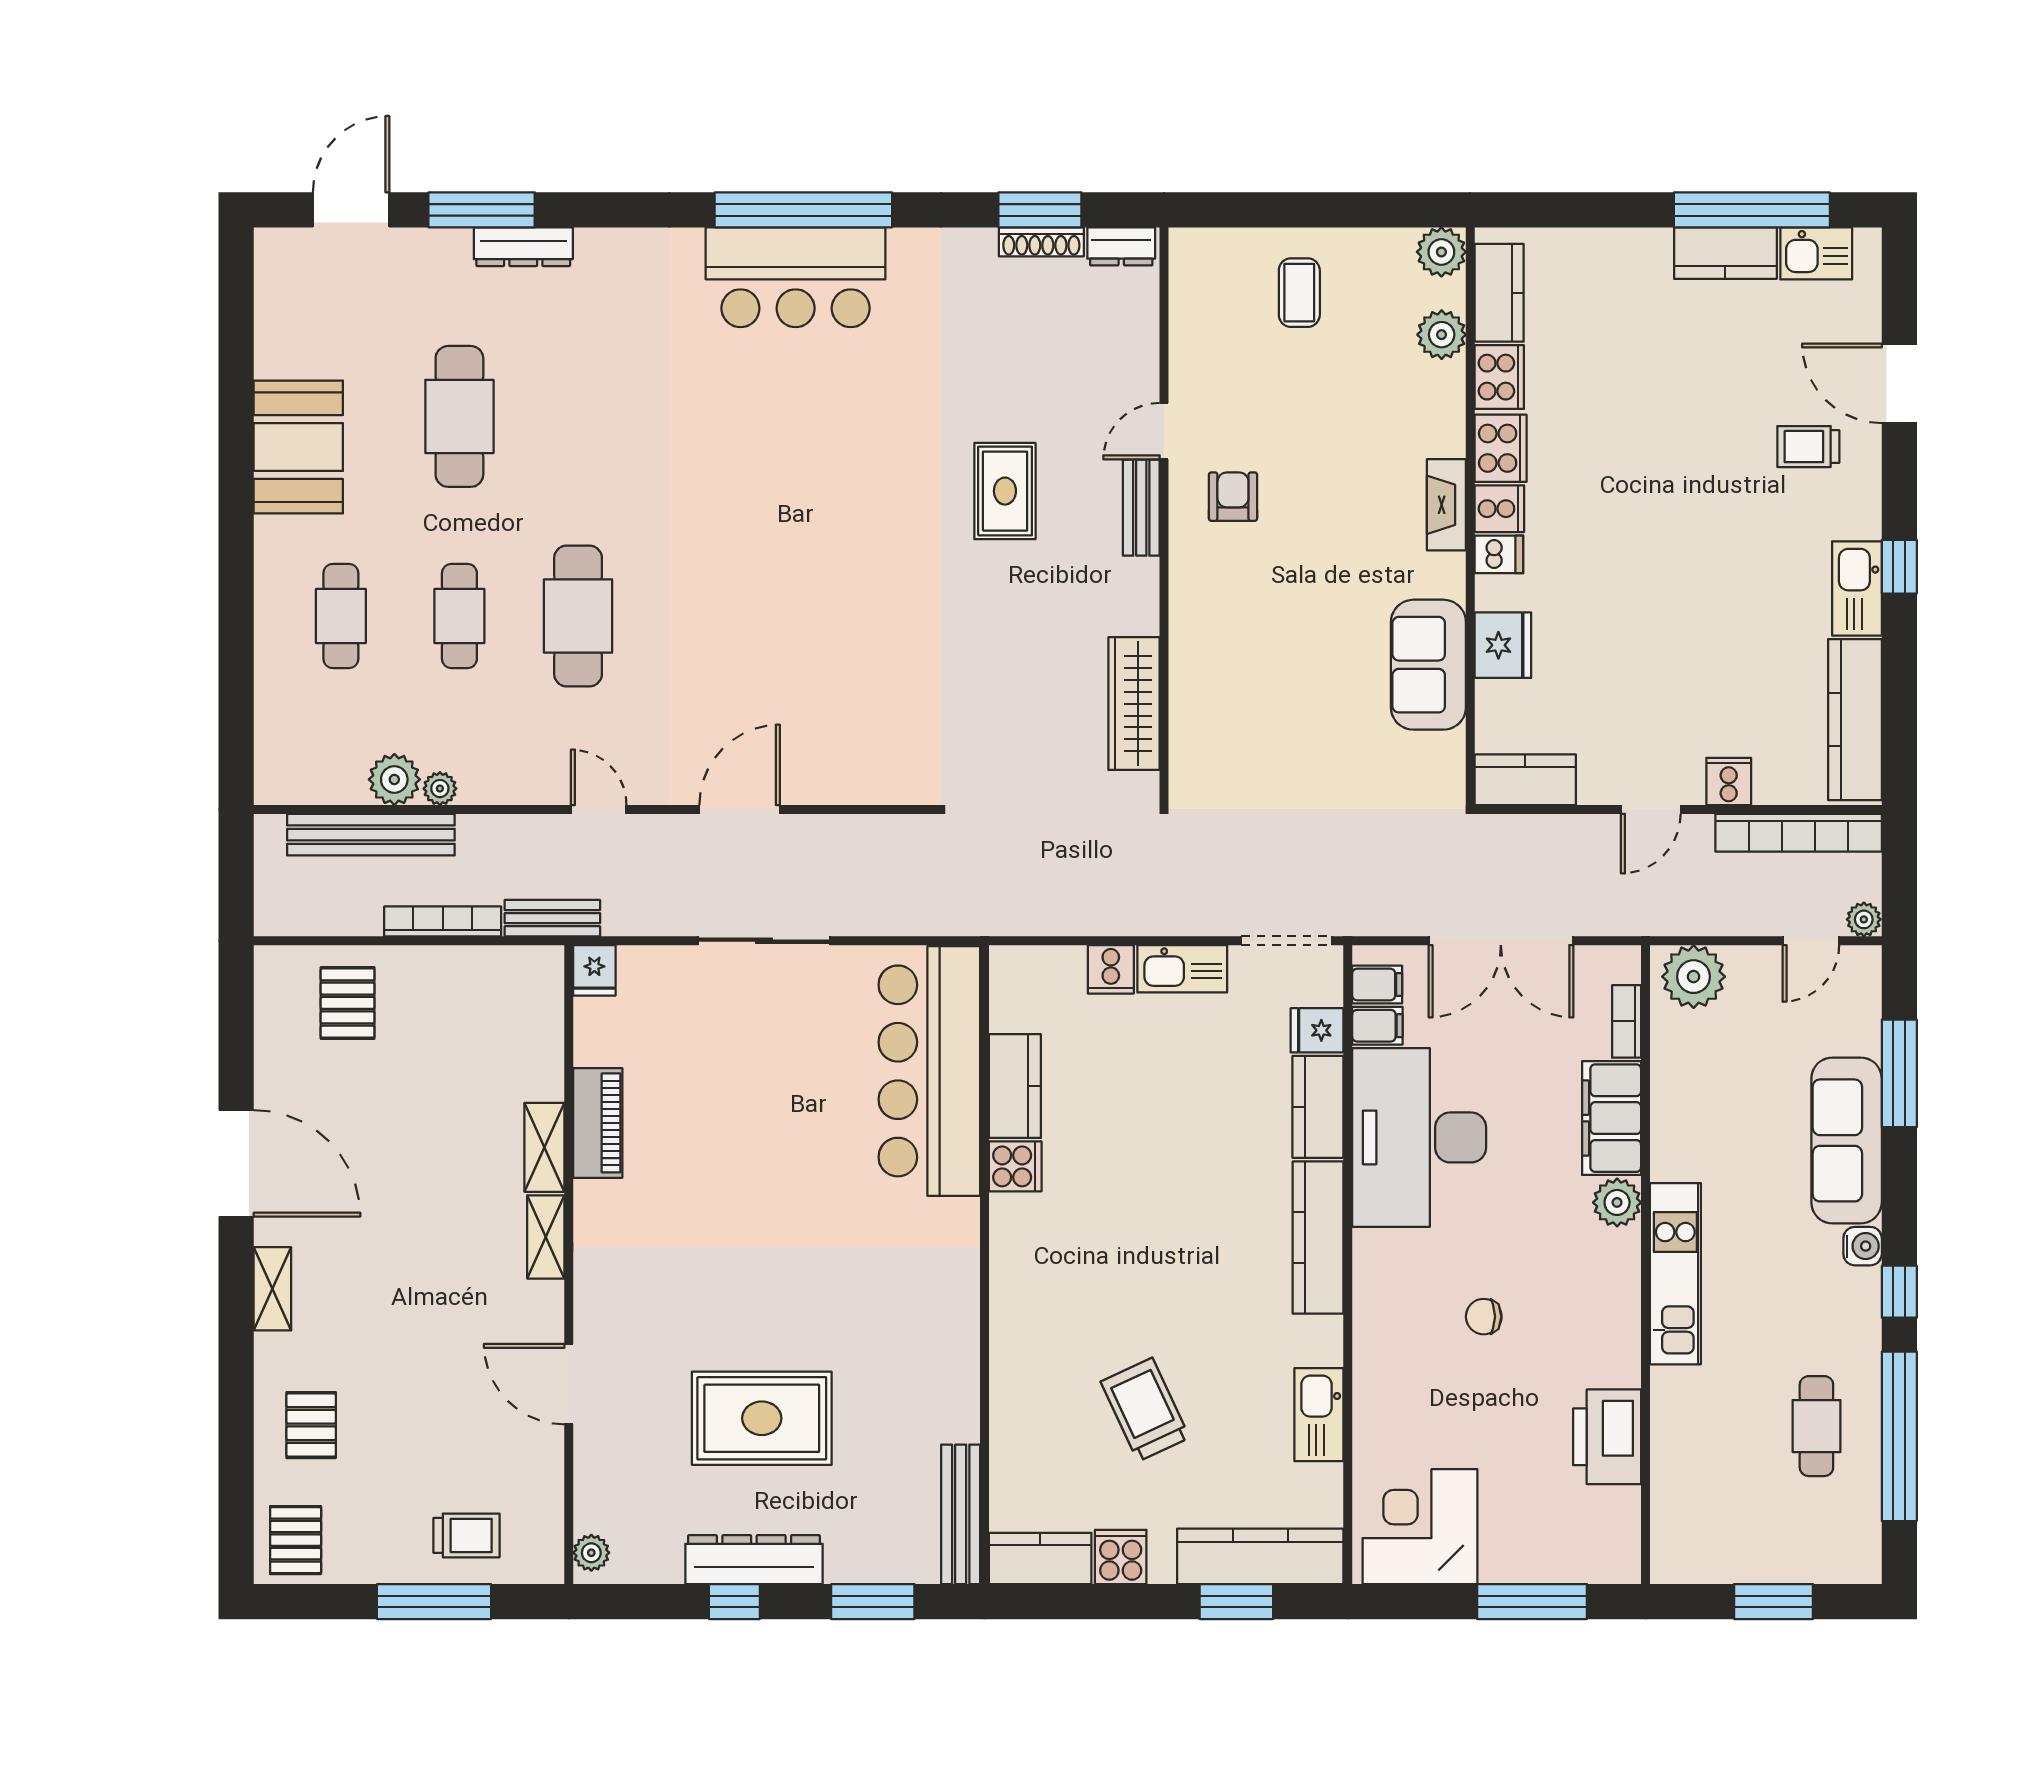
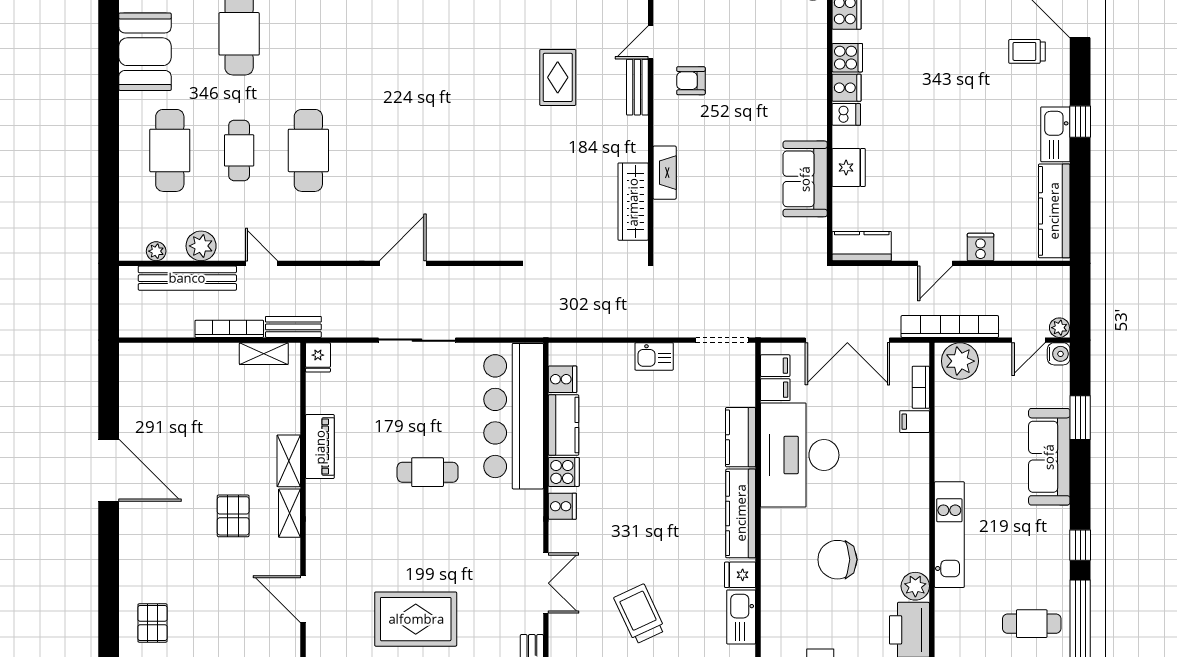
cooker: (1501, 448) -> (847, 58), width x0.73
armchair: (1233, 497) -> (691, 81), turned -90
fireplace: (1446, 505) -> (665, 173), moved, turned 180
cafe table: (341, 616) -> (170, 150), width x1.37, depth x1.35
plant: (440, 789) -> (156, 251), moved
door: (599, 809) -> (262, 263), moved
bookcase: (1799, 833) -> (950, 327), moved, turned 180
cooker: (1111, 969) -> (563, 379), moved, turned -90
kitchen sink: (1182, 969) -> (654, 356), width x0.73
pallet: (348, 1003) -> (233, 516), moved
fridge: (1317, 1030) -> (740, 575), moved
window: (1899, 1073) -> (1080, 418), width x0.69
filing cabinet: (1612, 1118) -> (915, 422), width x0.33, depth x0.86
cafe table: (782, 1167) -> (428, 472), added
plant: (1617, 1202) -> (915, 586), moved
cooker: (1013, 1225) -> (562, 506), added
water cooler: (1863, 1246) -> (1059, 354), moved
shelving: (272, 1289) -> (264, 354), moved, turned 90
chair: (1484, 1317) -> (837, 560), width x1.87, depth x1.87
double door: (985, 1357) -> (546, 583), added
cafe table: (1816, 1426) -> (1032, 624), turned 90

